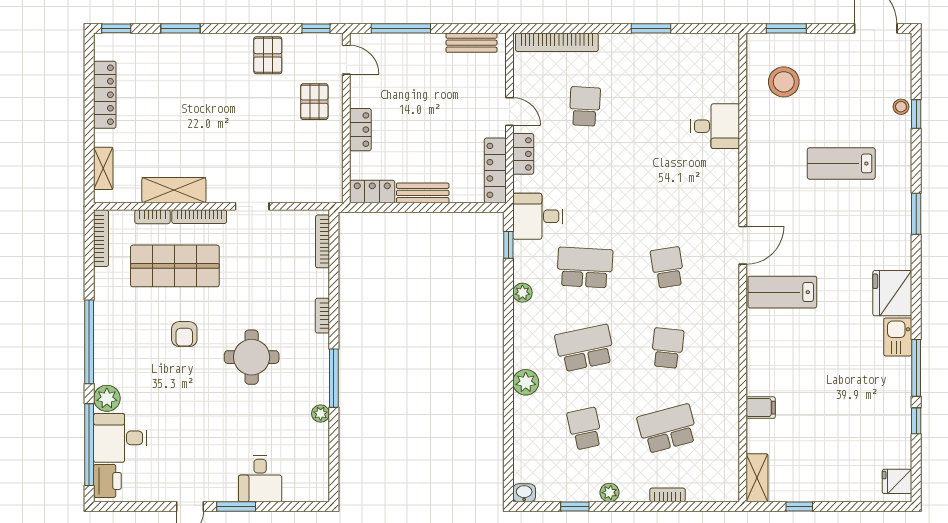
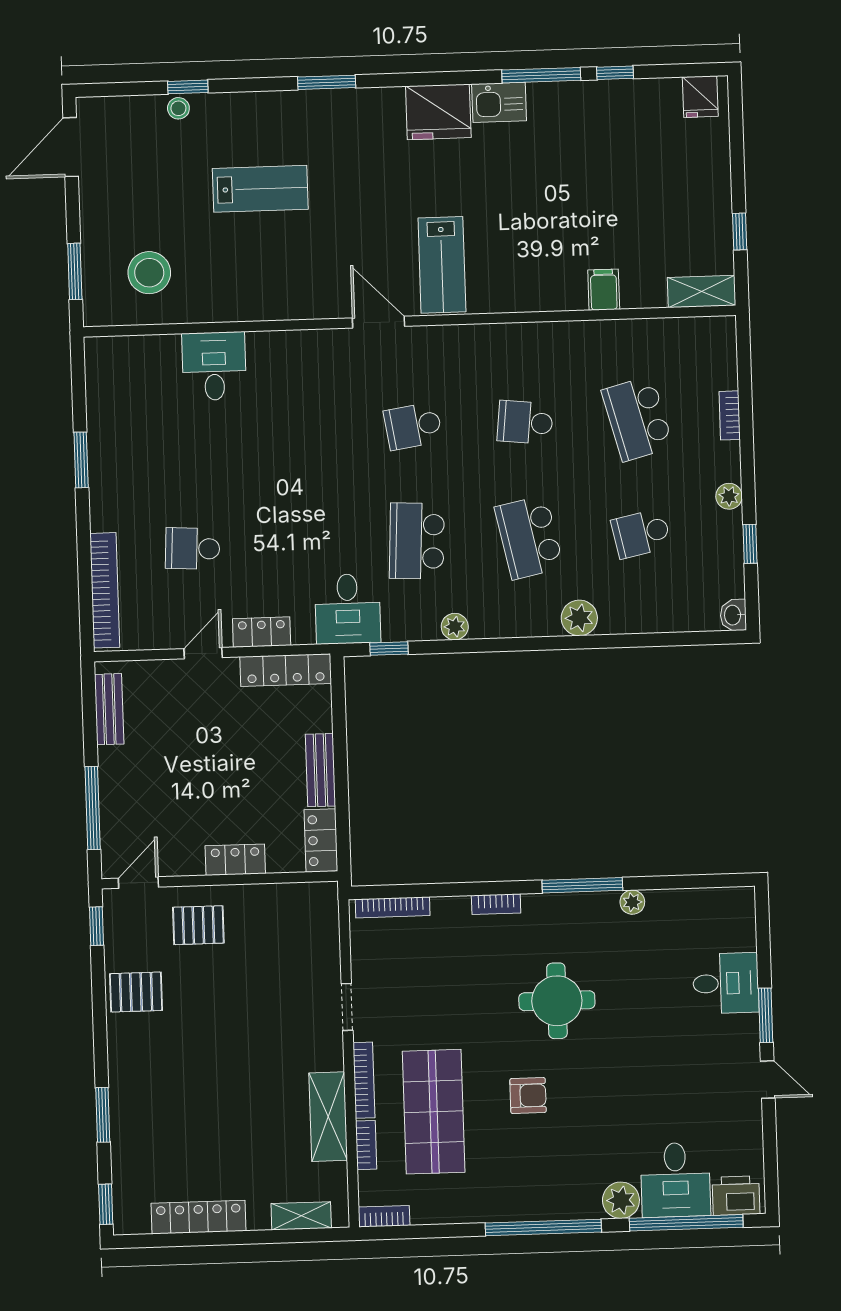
lab bench: (841, 163) -> (260, 189), turned -90
bookcase: (101, 238) -> (384, 1216), width x0.64

